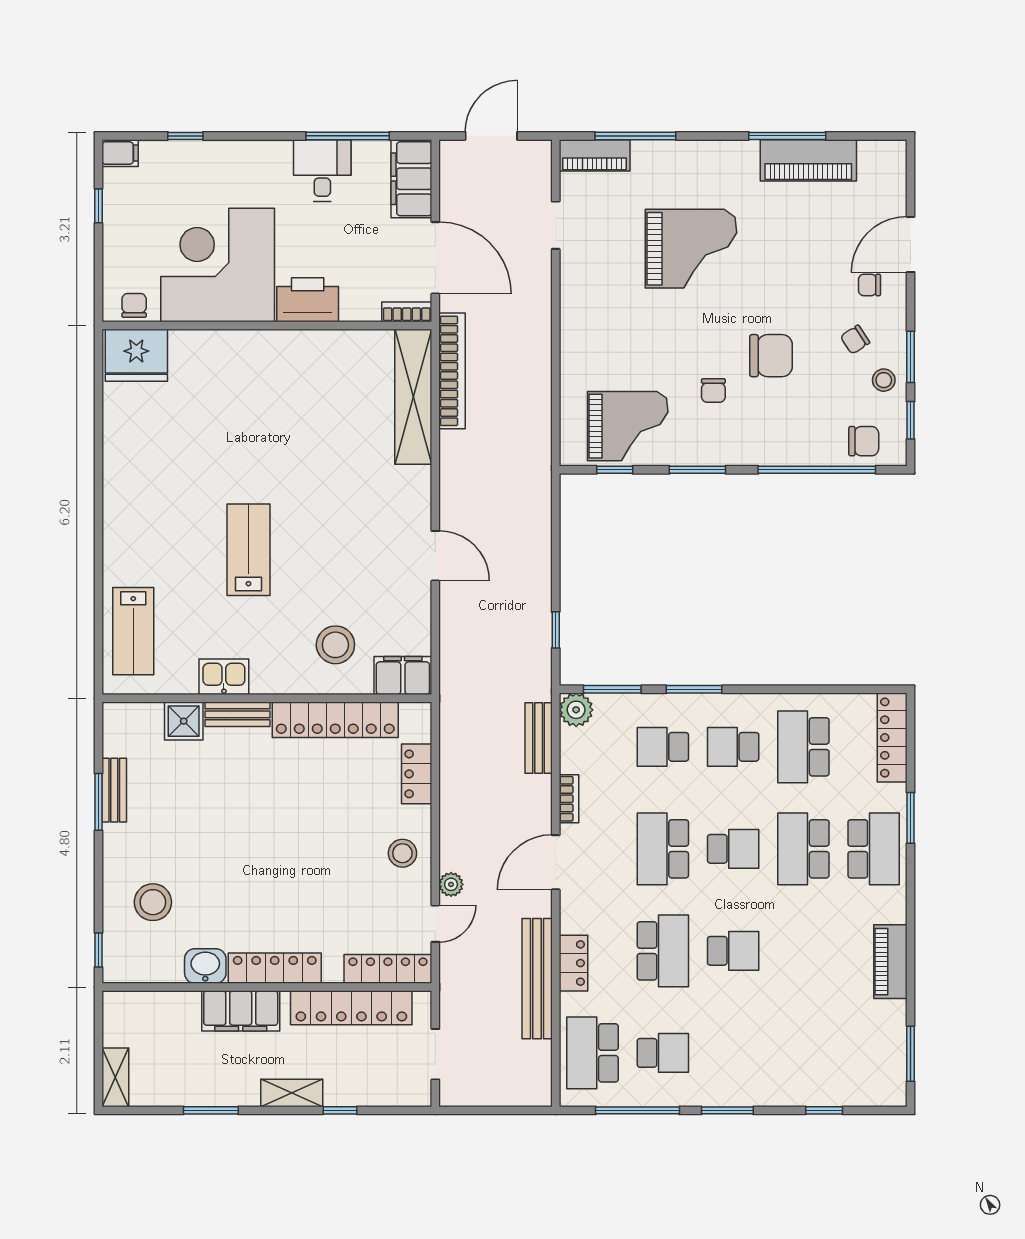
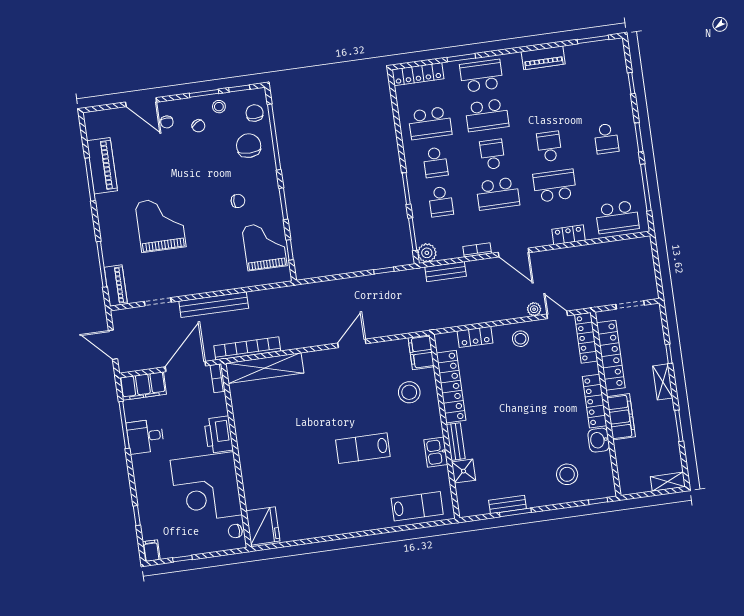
chair: (771, 356) -> (249, 146), moved
bench: (537, 979) -> (214, 305), moved
school desk: (663, 1053) -> (606, 139), moved, turned 180

